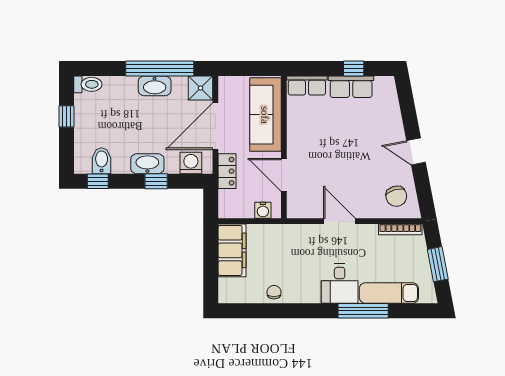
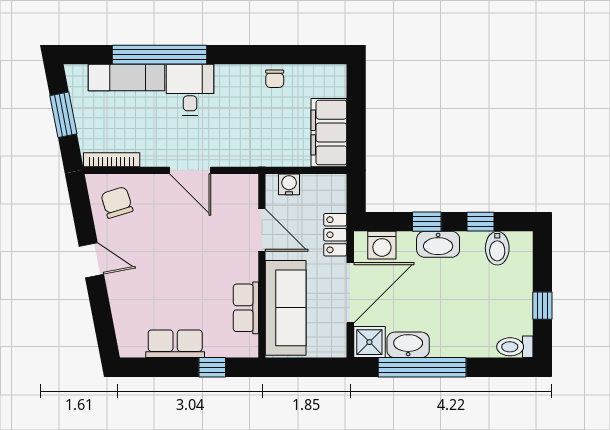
window: (354, 68) -> (212, 367), moved
row of seats: (307, 85) -> (246, 308), moved, turned -90
washbasin: (155, 86) -> (408, 345), moved
window: (98, 181) -> (480, 222), moved
window: (363, 311) -> (160, 55), width x1.46

